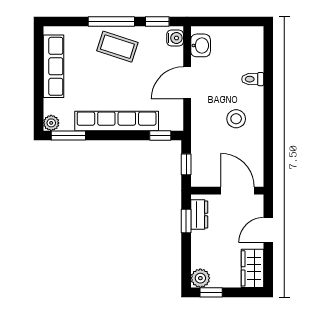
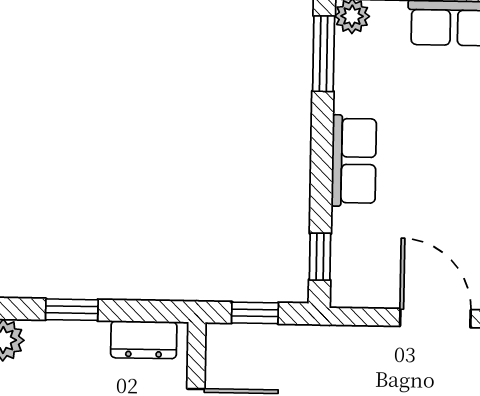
row of seats: (117, 121) -> (354, 161), width x0.50
window: (186, 221) -> (72, 310), moved

